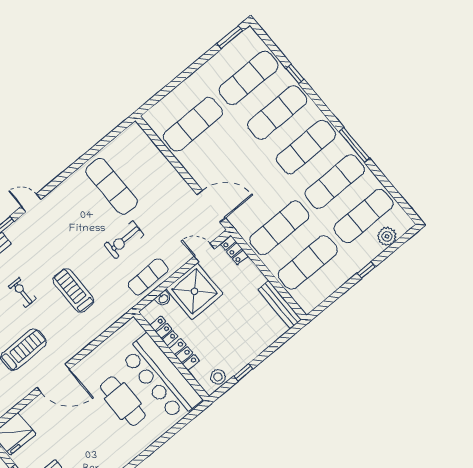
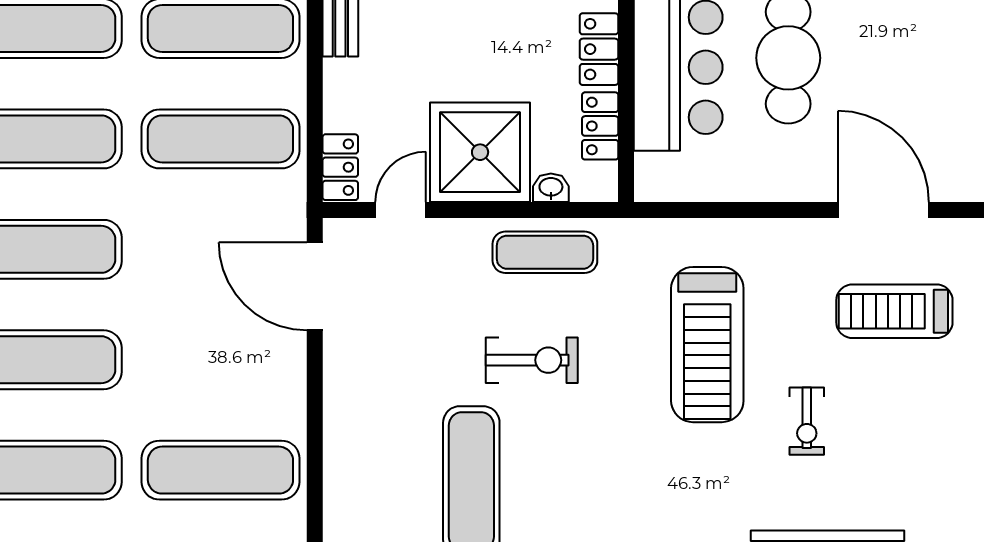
door: (204, 253) -> (401, 210), swing flipped
treadmill: (73, 290) -> (707, 345), width x1.37, depth x1.38

